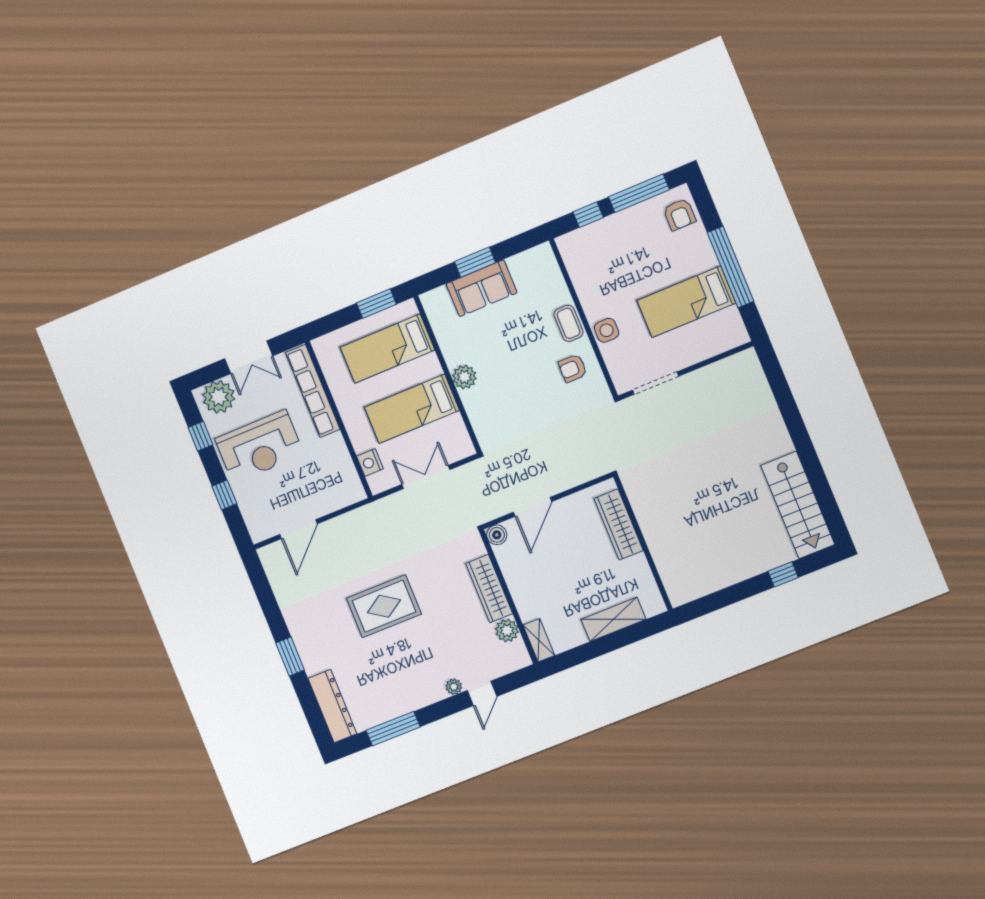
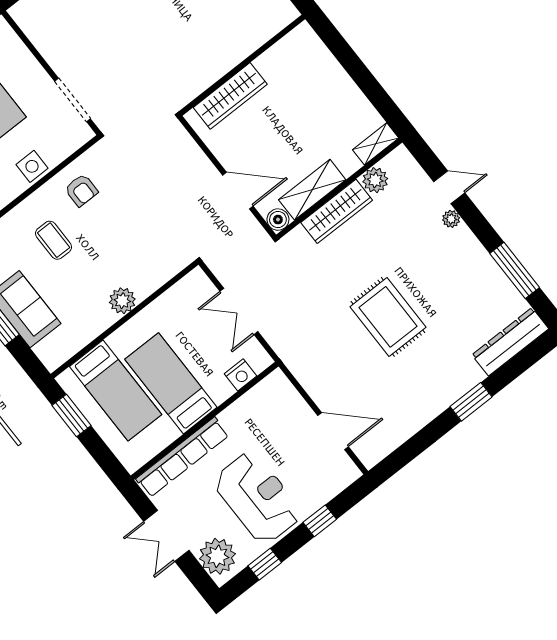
coffee table: (568, 323) -> (54, 240), moved, turned 90
double door: (249, 357) -> (166, 536), swing flipped
bed: (412, 409) -> (171, 383), moved, turned 180
shelving: (613, 619) -> (312, 190), moved, turned 90

